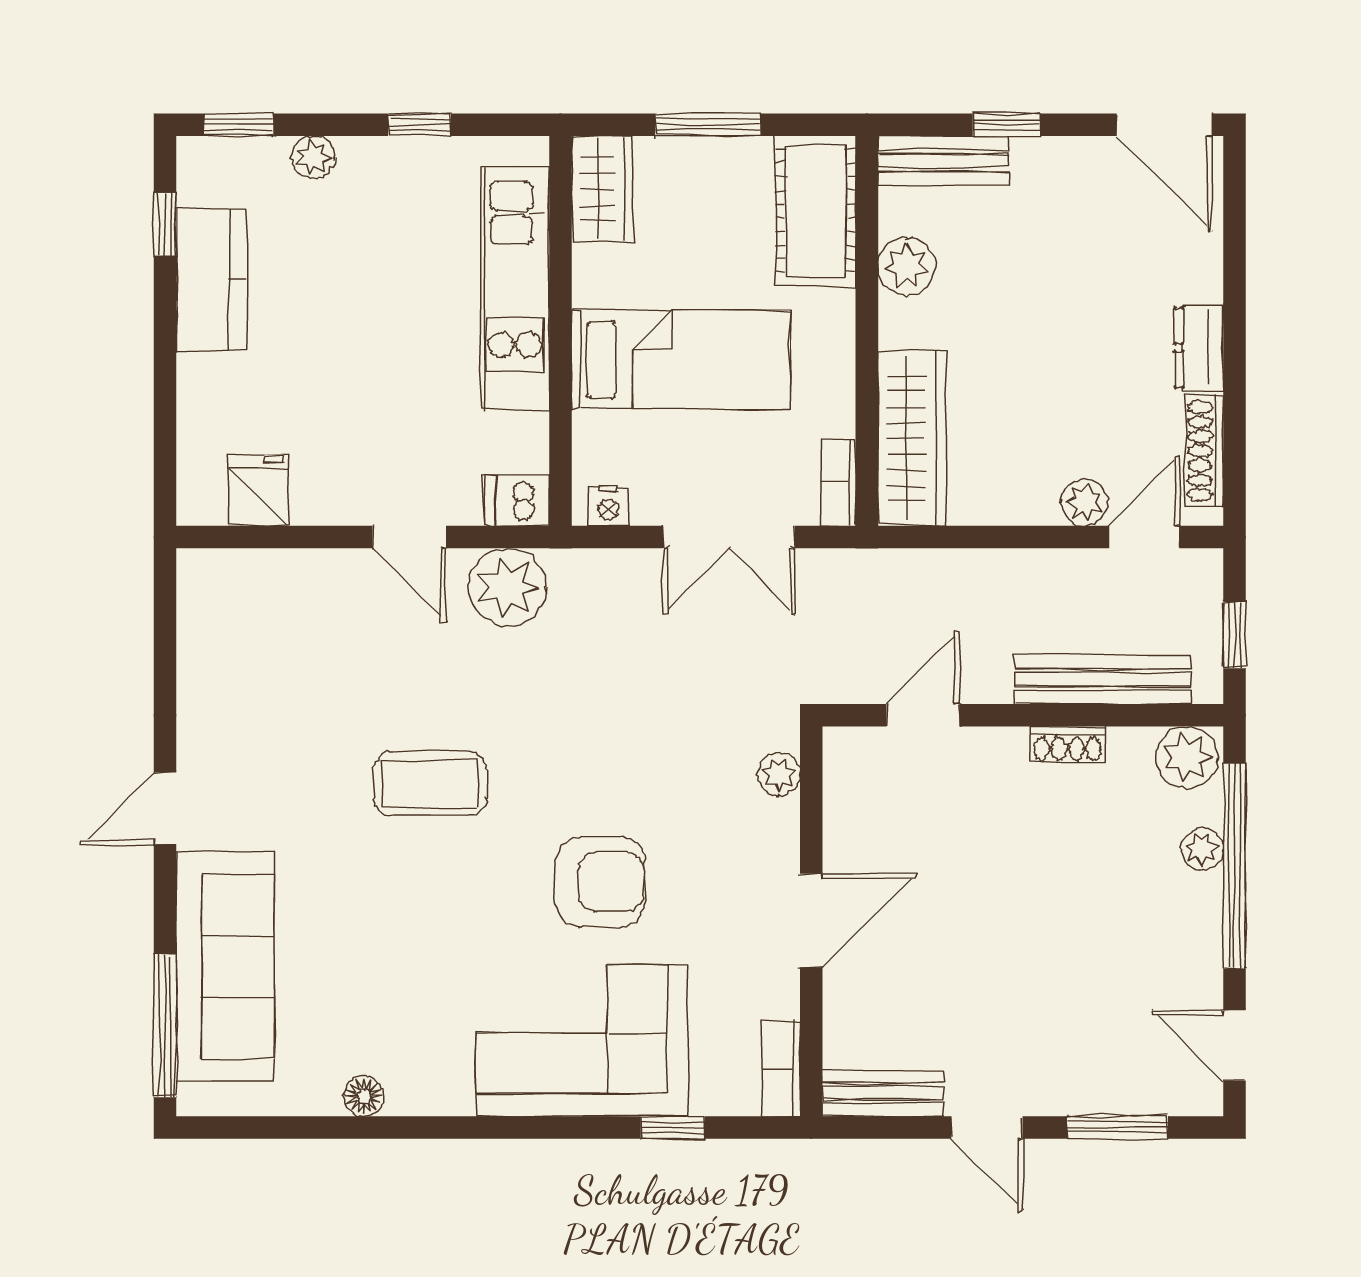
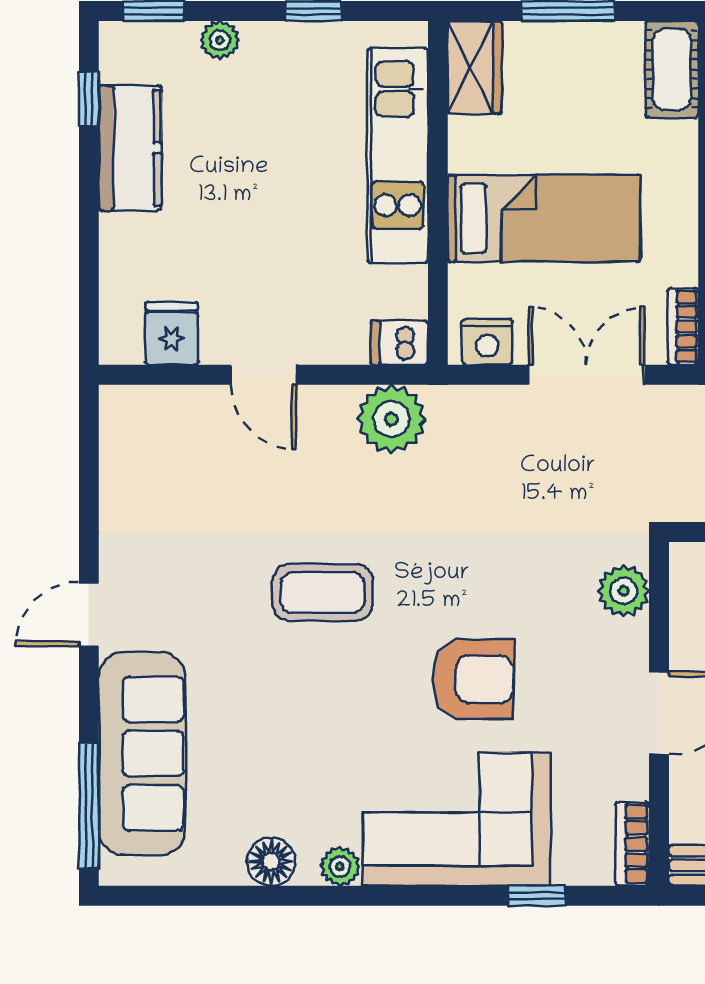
cot: (816, 211) -> (672, 69), width x0.73, depth x0.75
nightstand: (609, 506) -> (487, 342), width x1.39, depth x1.35
door: (409, 537) -> (264, 375), moved
double door: (729, 537) -> (586, 375), swing flipped
plant: (779, 774) -> (624, 591), width x1.38, depth x1.38
plant: (449, 1094) -> (340, 866), added
floor lamp: (364, 1096) -> (271, 862), width x1.37, depth x1.37

